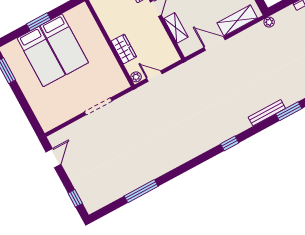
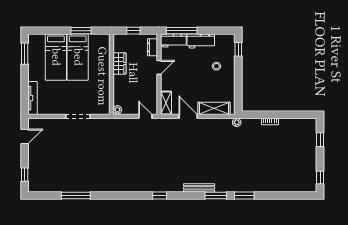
window: (39, 22) -> (81, 31), moved
shelving: (176, 28) -> (166, 103), moved
wardrobe: (124, 49) -> (119, 63), moved
door: (154, 76) -> (145, 116), moved
tv unit: (40, 113) -> (32, 98), added

